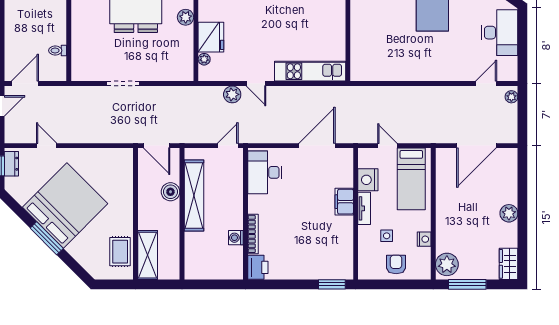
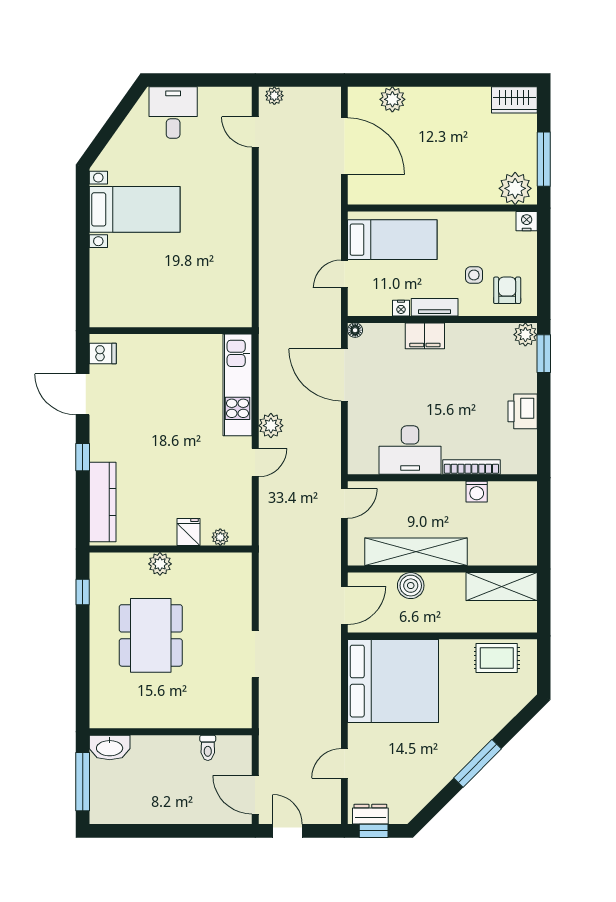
desk: (500, 33) -> (173, 113), width x0.73
fridge: (211, 37) -> (188, 532), width x0.53, depth x0.75
plant: (232, 94) -> (271, 426), moved
door: (228, 146) -> (344, 503), swing flipped
floor lamp: (348, 153) -> (355, 330), added
desk: (265, 172) -> (410, 450), moved
nightstand: (368, 180) -> (401, 308), width x0.53, depth x0.56
bed: (65, 205) -> (393, 681), moved, turned 135
plant: (509, 213) -> (392, 99), moved
nightstand: (424, 239) -> (527, 221), moved
shelving: (148, 255) -> (502, 587), moved
armchair: (396, 264) -> (507, 290), moved, turned 90
printer: (258, 267) -> (523, 411), moved, turned -90
plant: (345, 272) -> (525, 335), added

